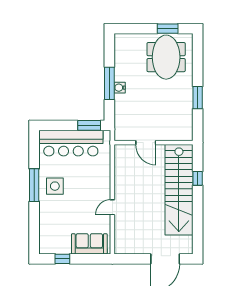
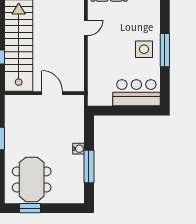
window: (109, 83) -> (89, 166), moved
window: (89, 125) -> (109, 111), removed
bar counter: (71, 143) -> (136, 93), width x0.73

